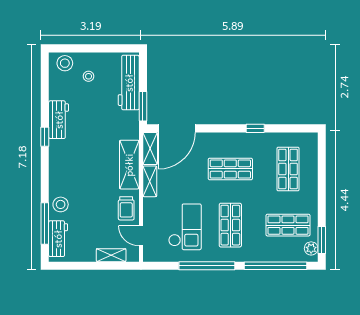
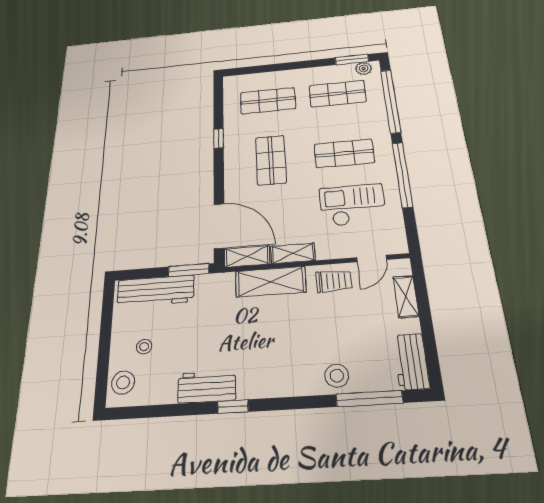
shop shelf: (288, 225) -> (337, 94), turned 90
workbench: (58, 239) -> (411, 361), moved, turned -90

